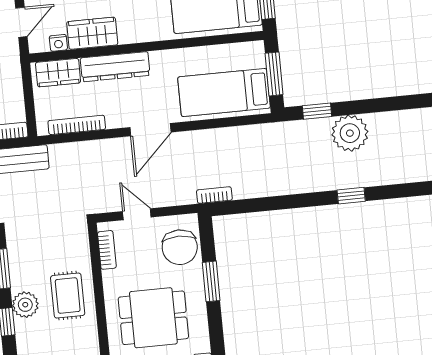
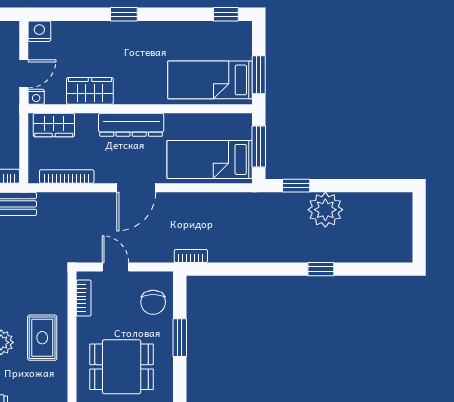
nightstand: (58, 43) -> (36, 97), moved
dresser: (115, 67) -> (131, 125), moved
chair: (180, 247) -> (153, 302), width x0.73, depth x0.73

